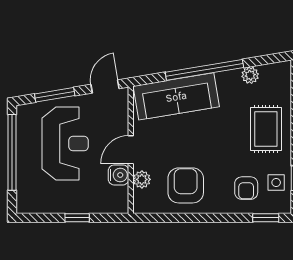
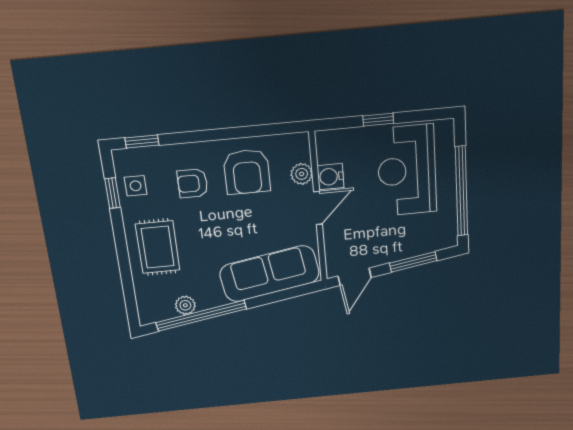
window: (204, 70) -> (201, 316), moved
reception desk: (65, 144) -> (407, 171), moved
armchair: (246, 188) -> (193, 183), moved, turned -90

